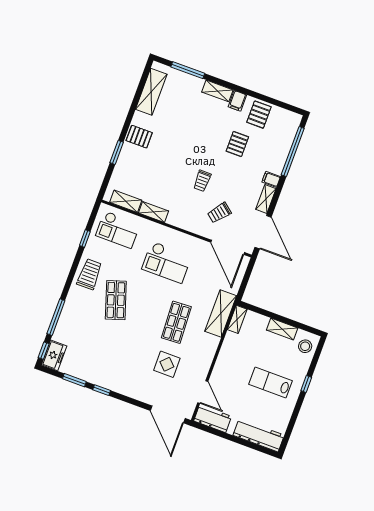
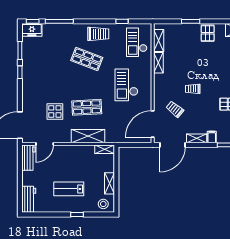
shop shelf: (116, 300) -> (87, 59), turned 39
shelving: (221, 313) -> (88, 136), moved
lab bench: (270, 382) -> (69, 189), turned -90
workbench: (259, 435) -> (29, 199), width x0.73

